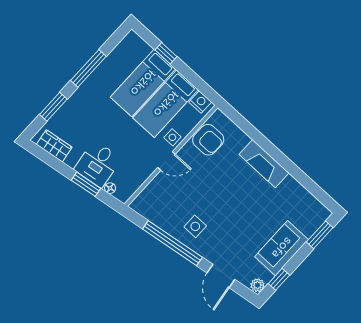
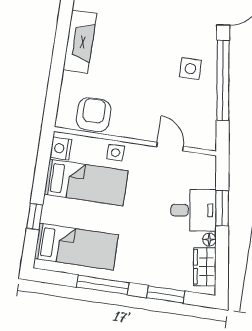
bed: (143, 83) -> (76, 247), moved
door: (167, 161) -> (170, 147), moved
floor lamp: (110, 188) -> (209, 240), moved

